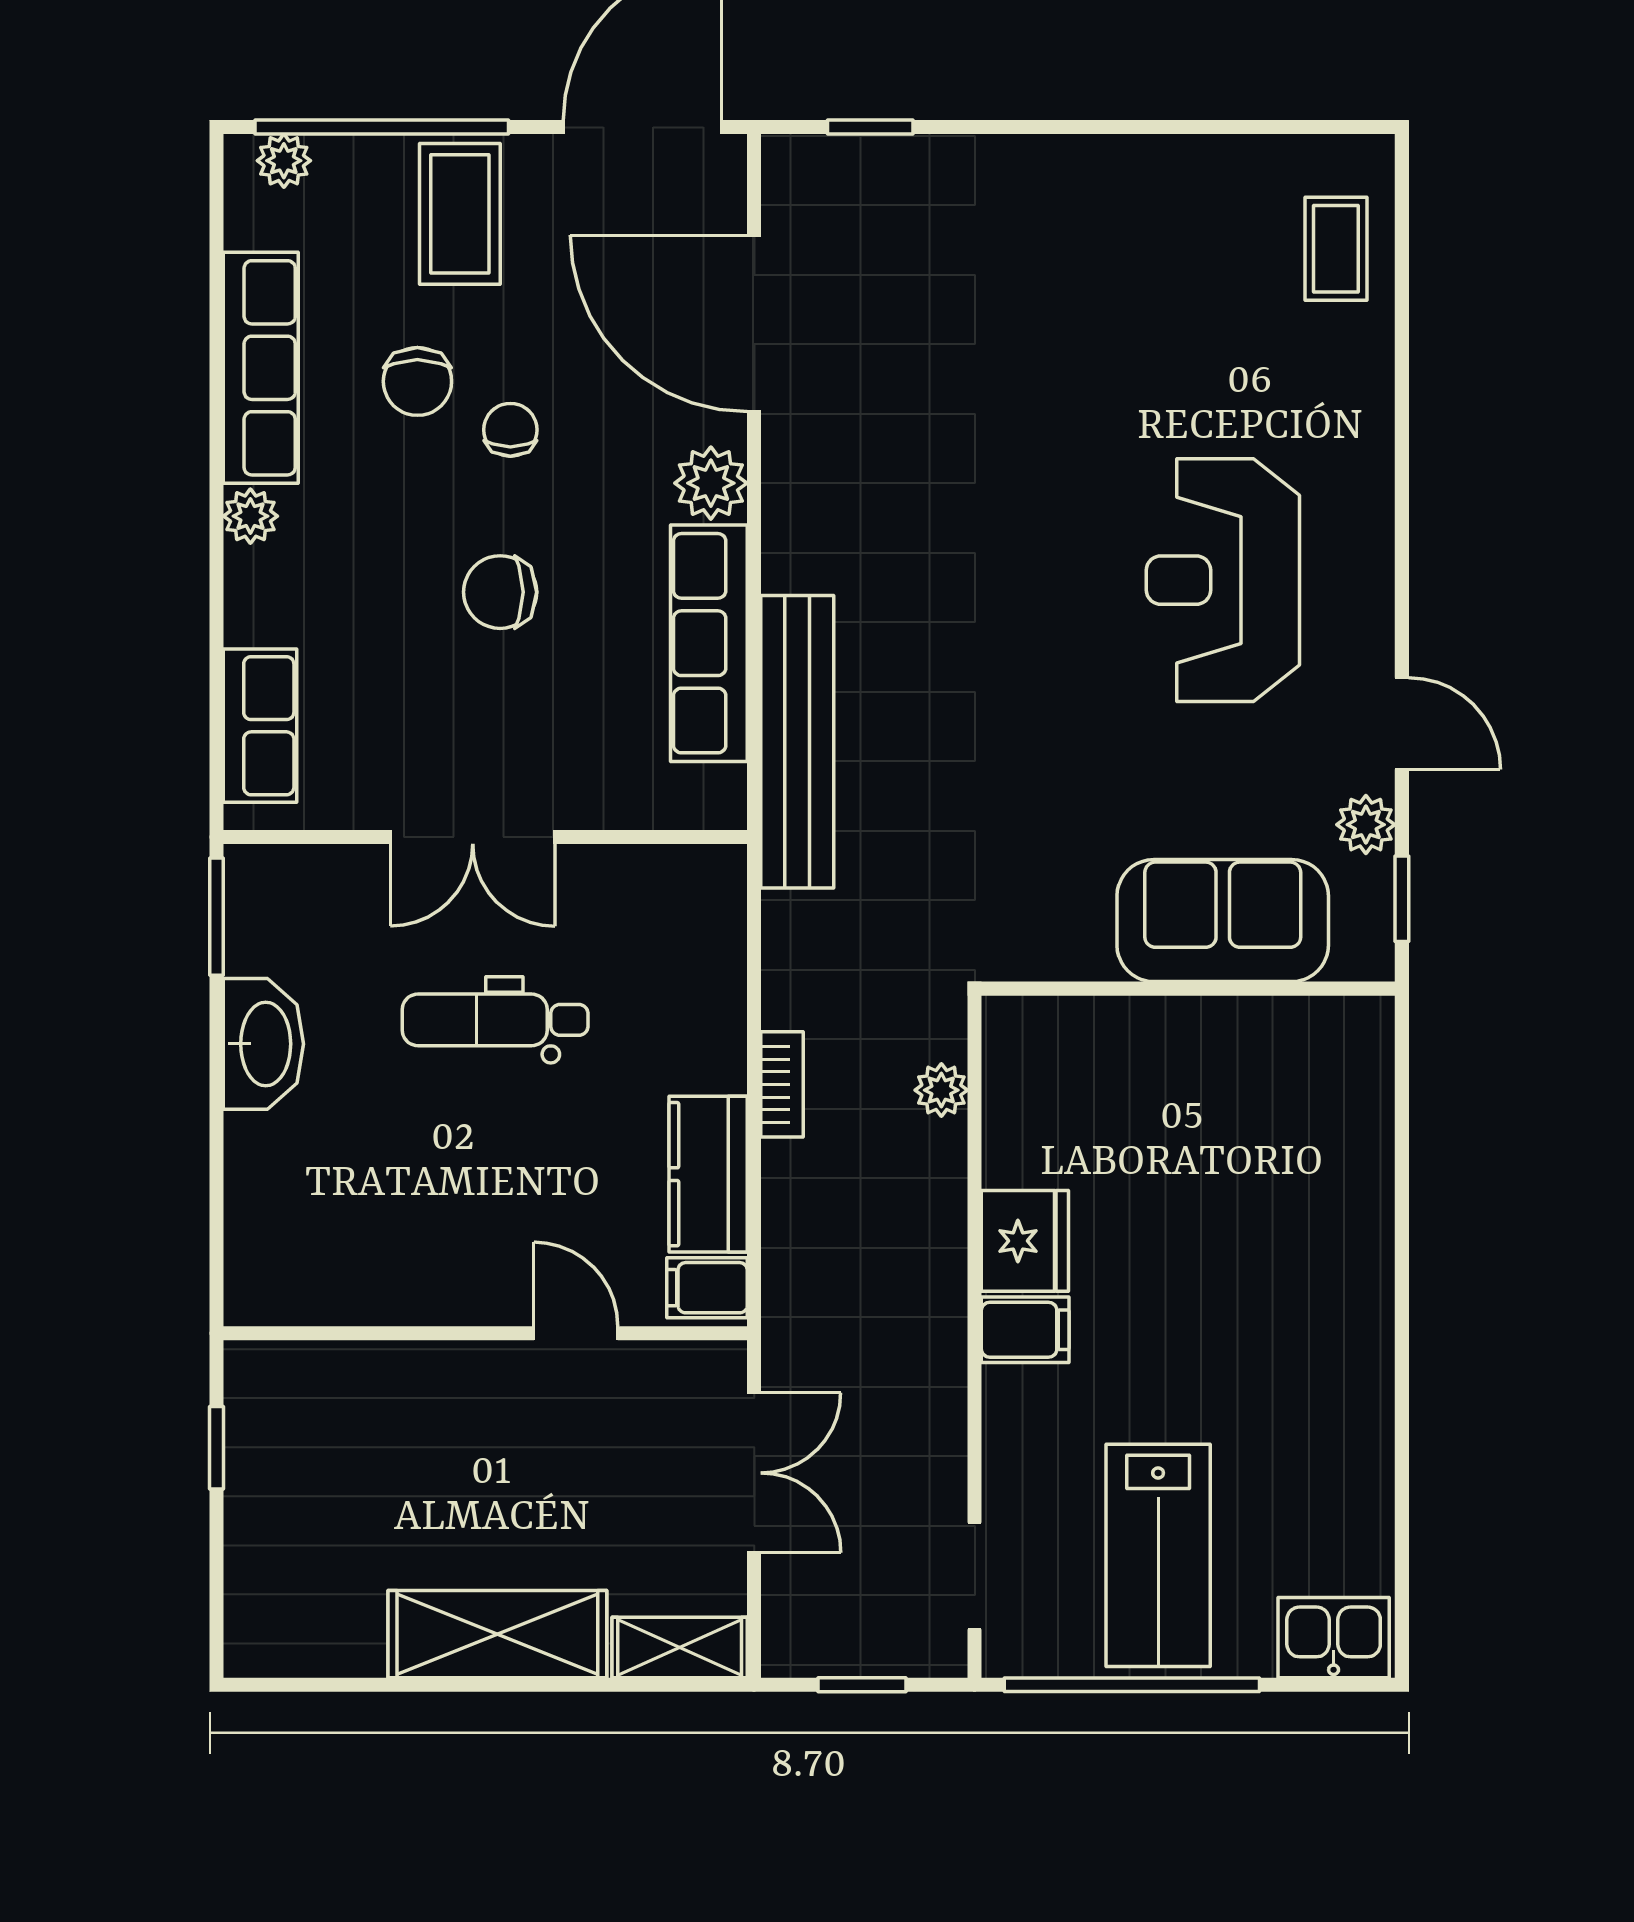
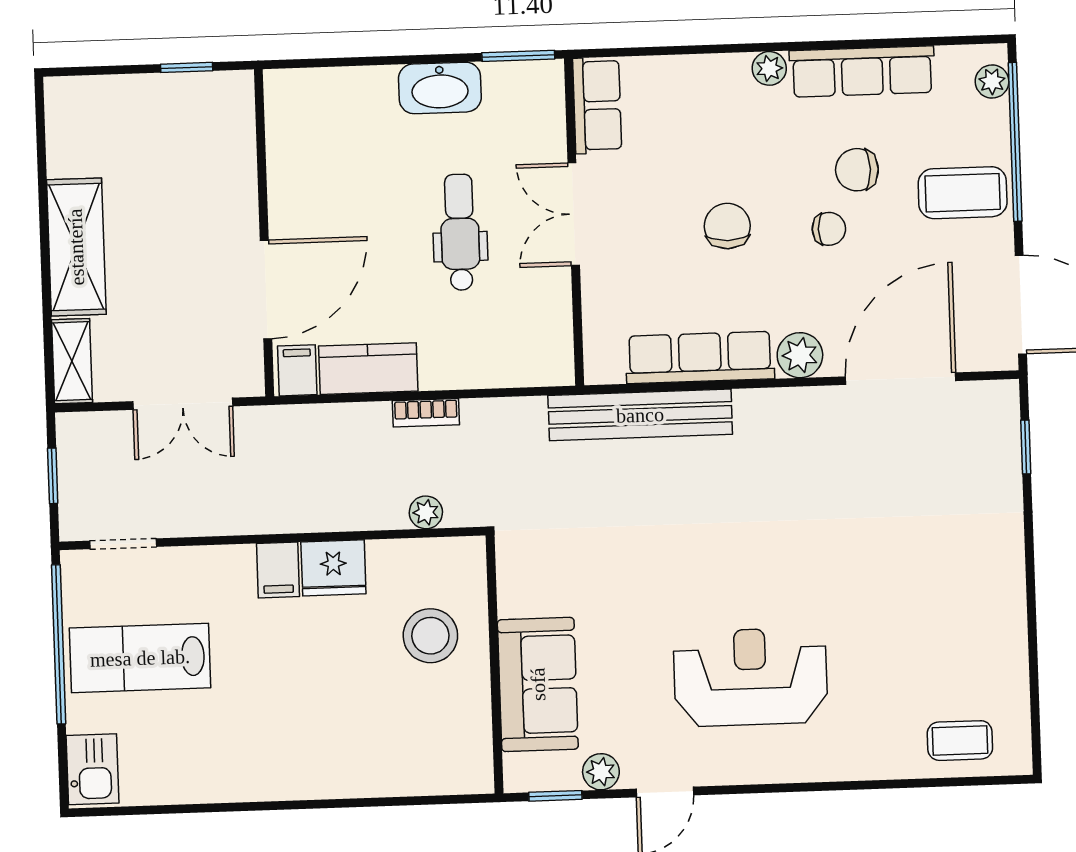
row of seats: (260, 726) -> (597, 105), moved, turned -90
stool: (1139, 1090) -> (430, 636), added
door: (576, 1333) -> (266, 289), width x1.87

